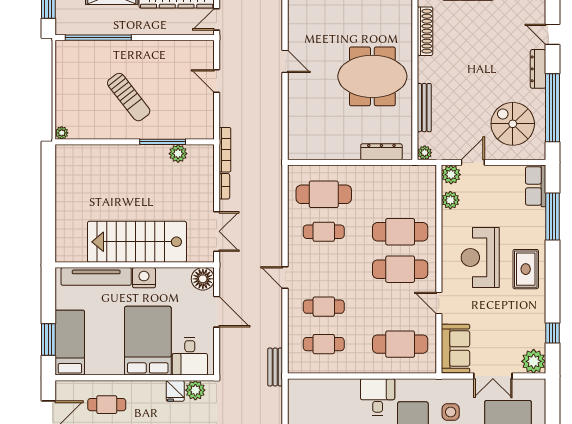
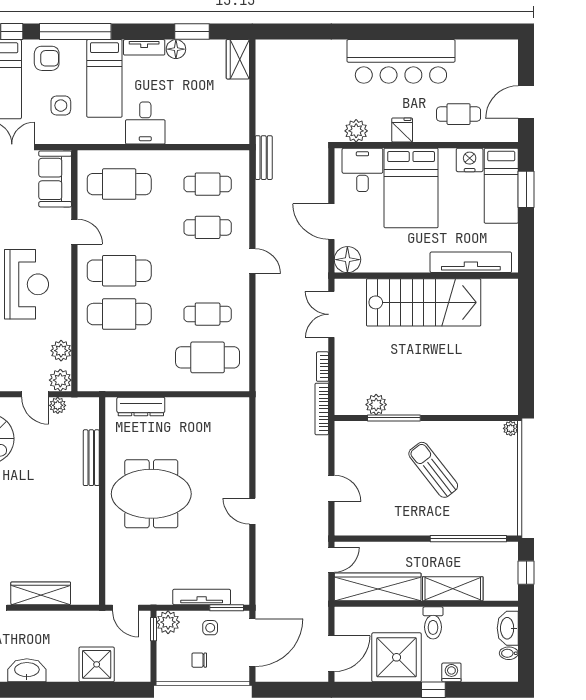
shoe rack: (425, 31) -> (90, 546), removed
plant: (425, 153) -> (58, 405), moved
door: (473, 162) -> (35, 394), hinge flipped
nightstand: (144, 278) -> (470, 160), moved, turned 180
fridge: (175, 391) -> (402, 130), moved

